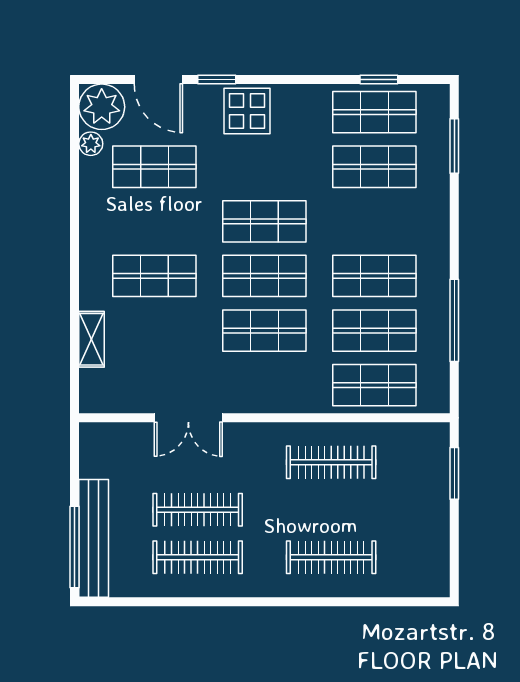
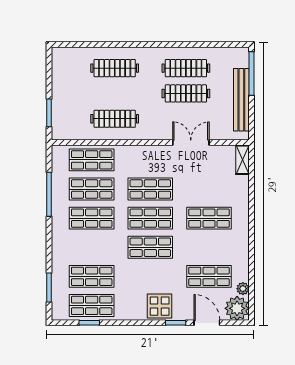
shelving: (92, 339) -> (242, 160), moved
bench: (94, 538) -> (241, 100), moved

